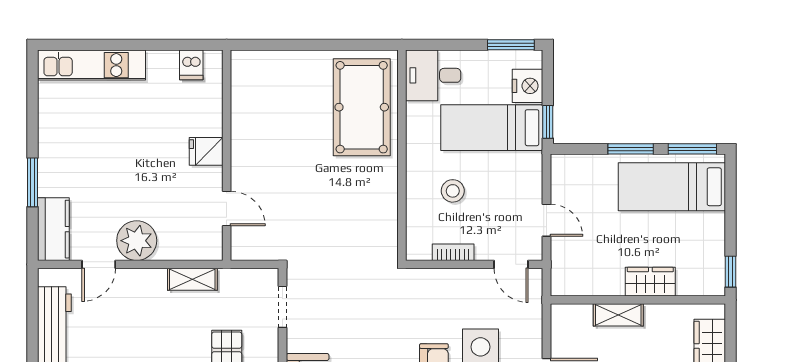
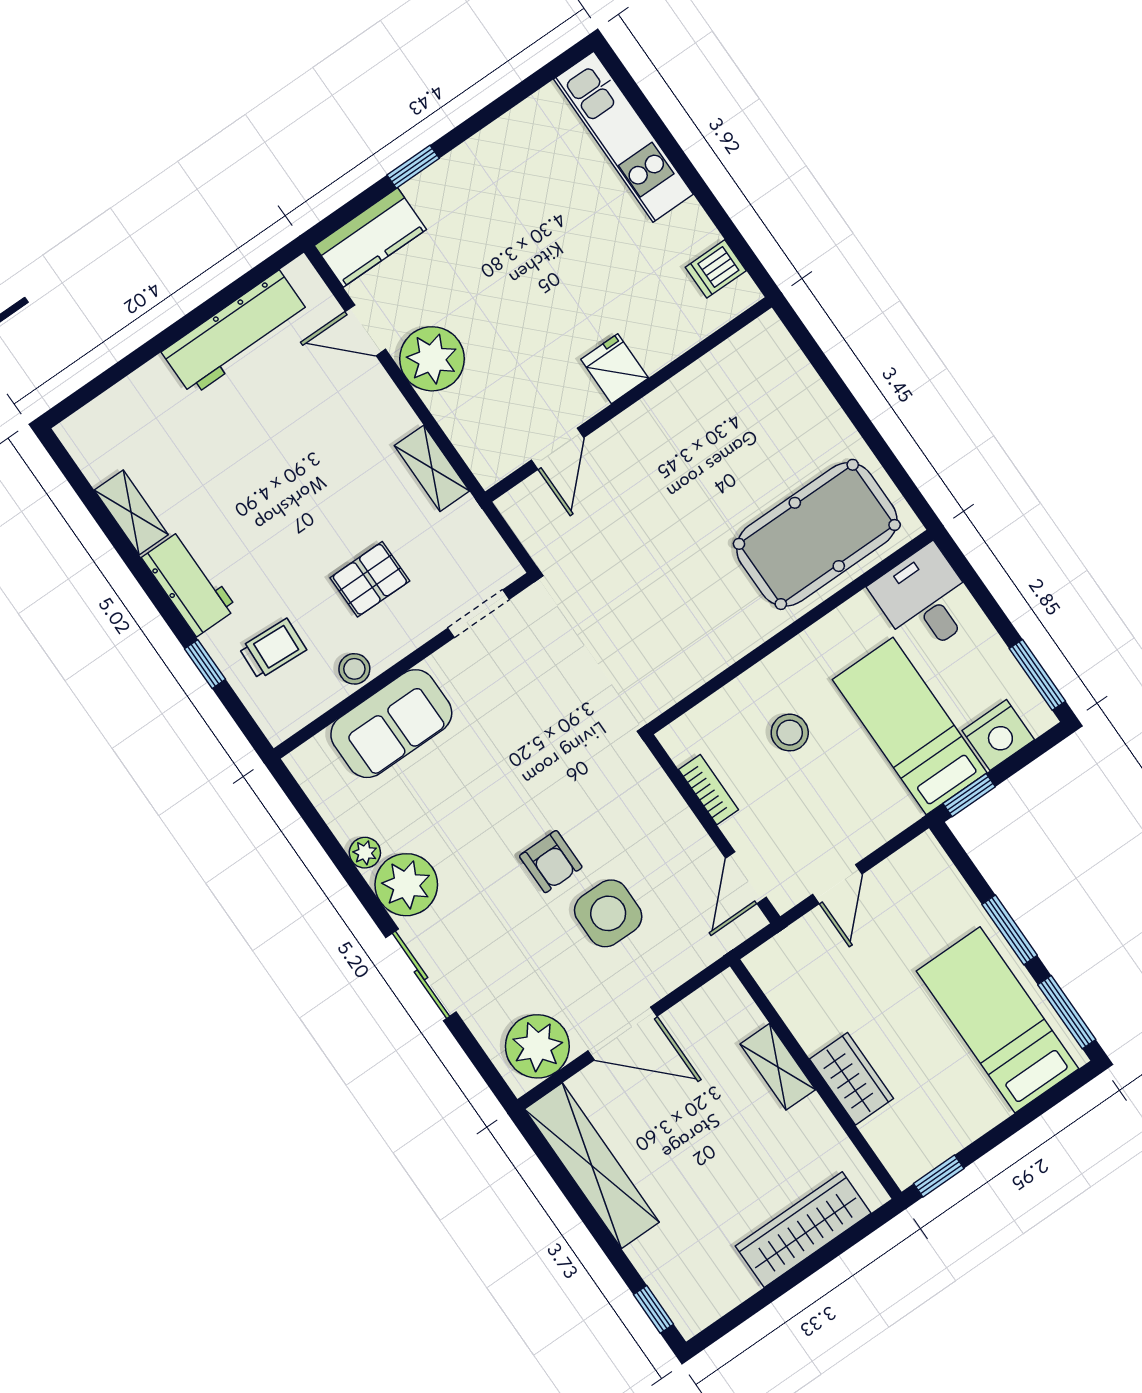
window: (33, 182) -> (413, 167), width x0.67

